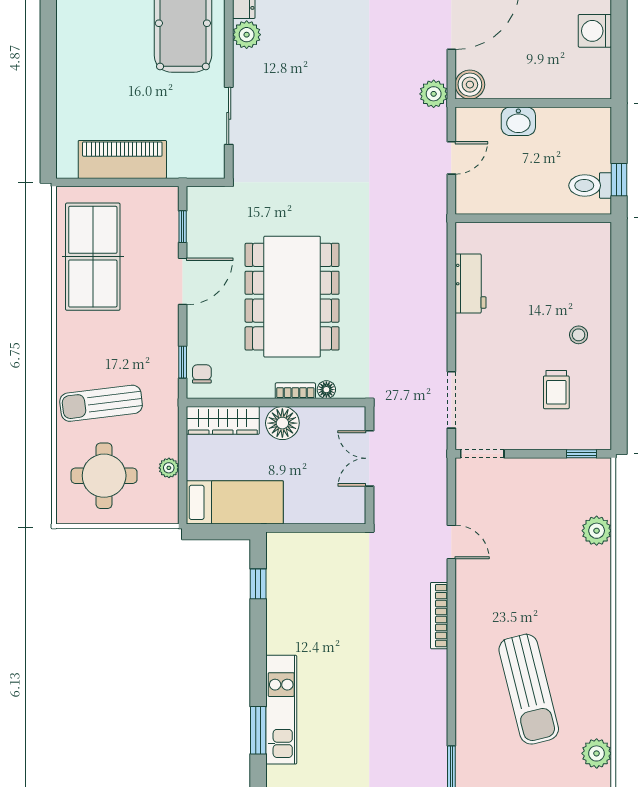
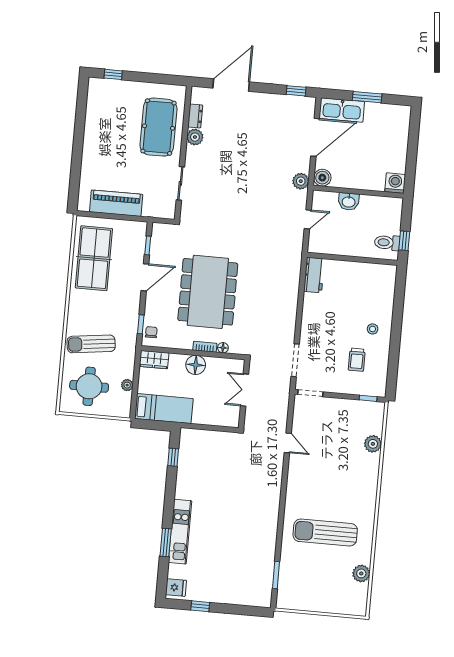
washing machine: (595, 31) -> (395, 183), moved, turned 90
workbench: (471, 283) -> (314, 275), moved
wardrobe: (223, 420) -> (154, 360), width x0.67
bookcase: (439, 616) -> (277, 485), removed
sun lounger: (529, 689) -> (325, 533), turned 104

